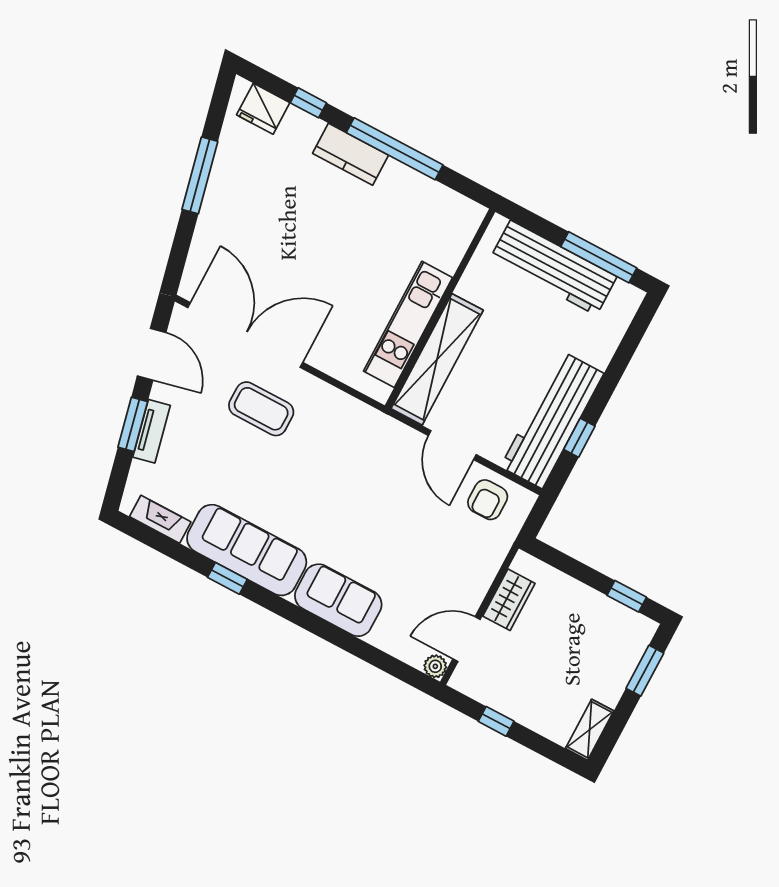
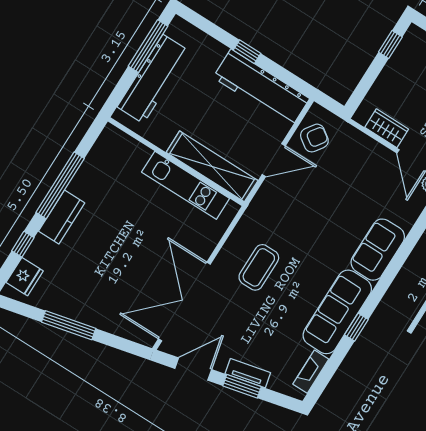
coffee table: (261, 409) -> (259, 267), moved
window: (579, 438) -> (247, 52), moved
armchair: (488, 500) -> (314, 138), turned -55

